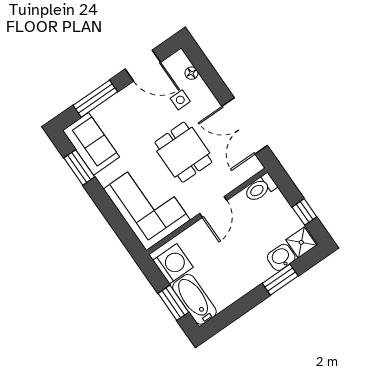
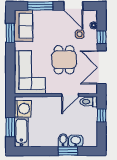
window: (214, 82) -> (101, 37), added
door: (213, 207) -> (70, 95), moved
window: (304, 212) -> (101, 115), moved
shower: (301, 242) -> (90, 141), removed
bidet: (262, 269) -> (63, 140), added

